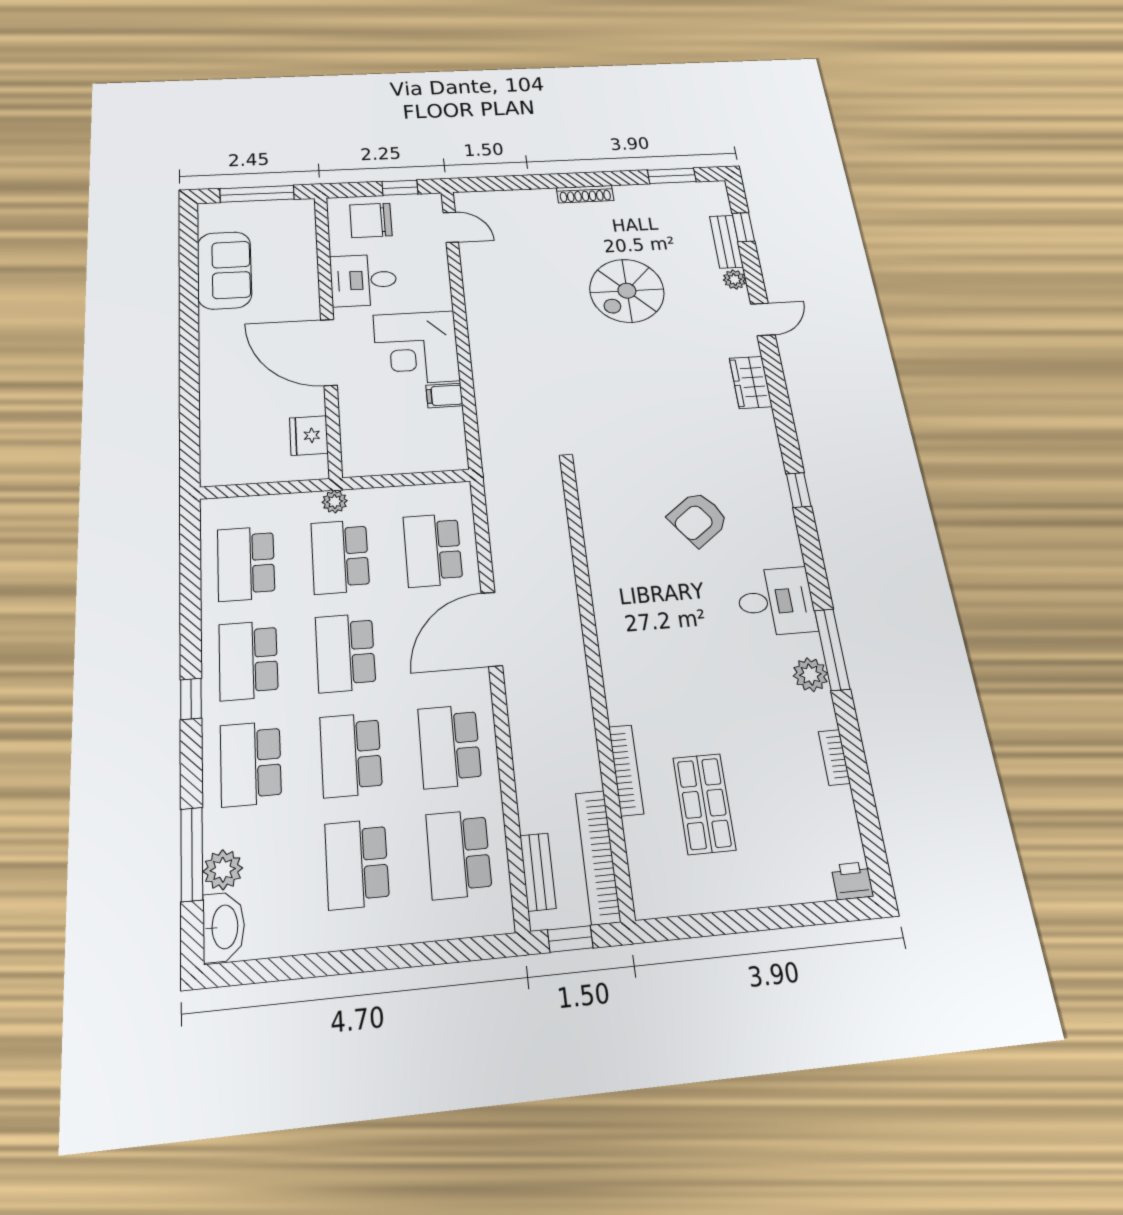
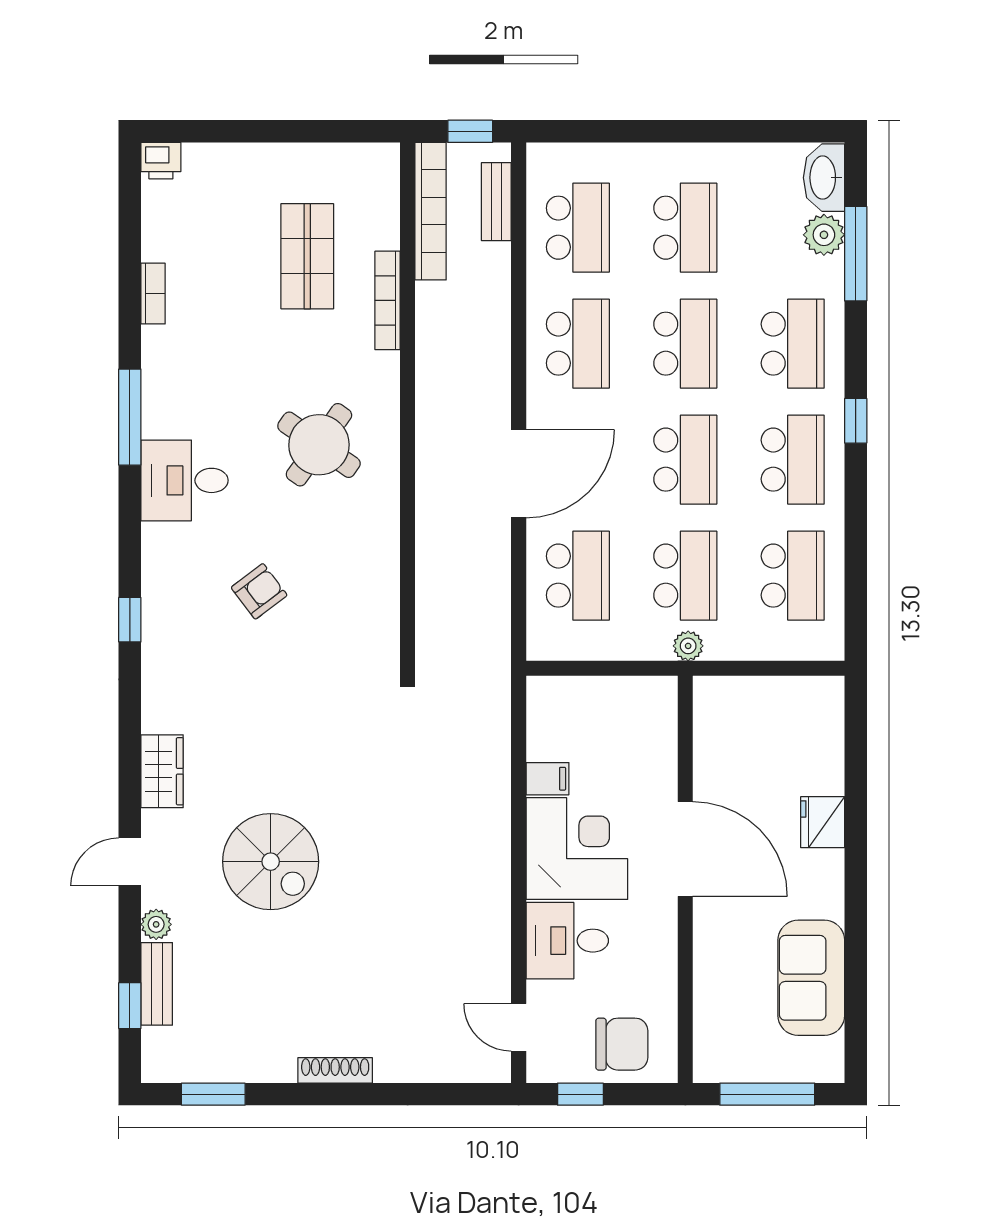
desk: (363, 280) -> (567, 941), moved, turned 180
spiral stairs: (627, 291) -> (271, 862), moved, turned 90
fridge: (309, 436) -> (823, 822), moved, turned 180
armchair: (698, 519) -> (259, 591), width x0.72, depth x0.72
round table: (668, 640) -> (319, 445), added
plant: (810, 675) -> (161, 390), removed

